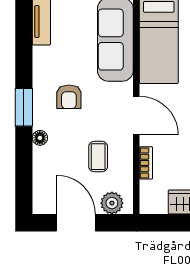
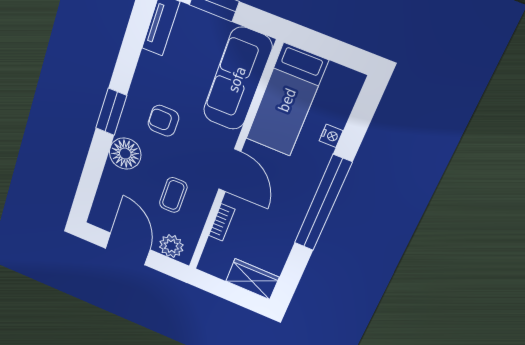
armchair: (69, 97) -> (163, 121), turned 90
floor lamp: (40, 138) -> (125, 154), width x1.89, depth x1.89

